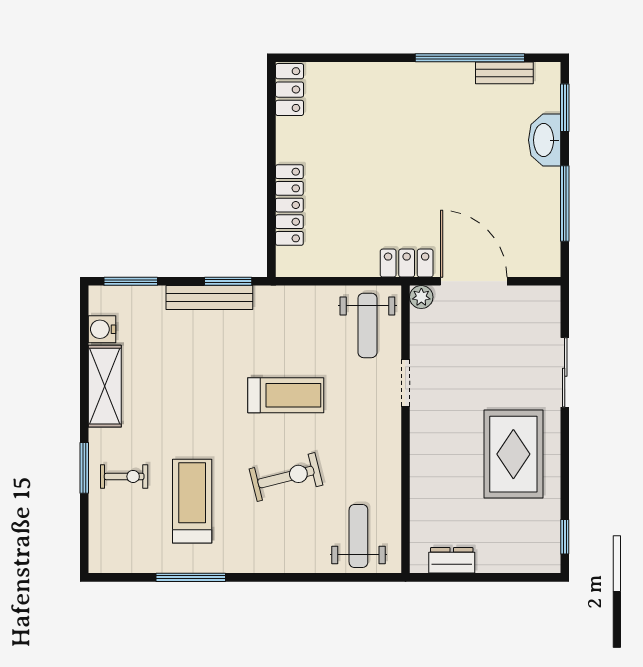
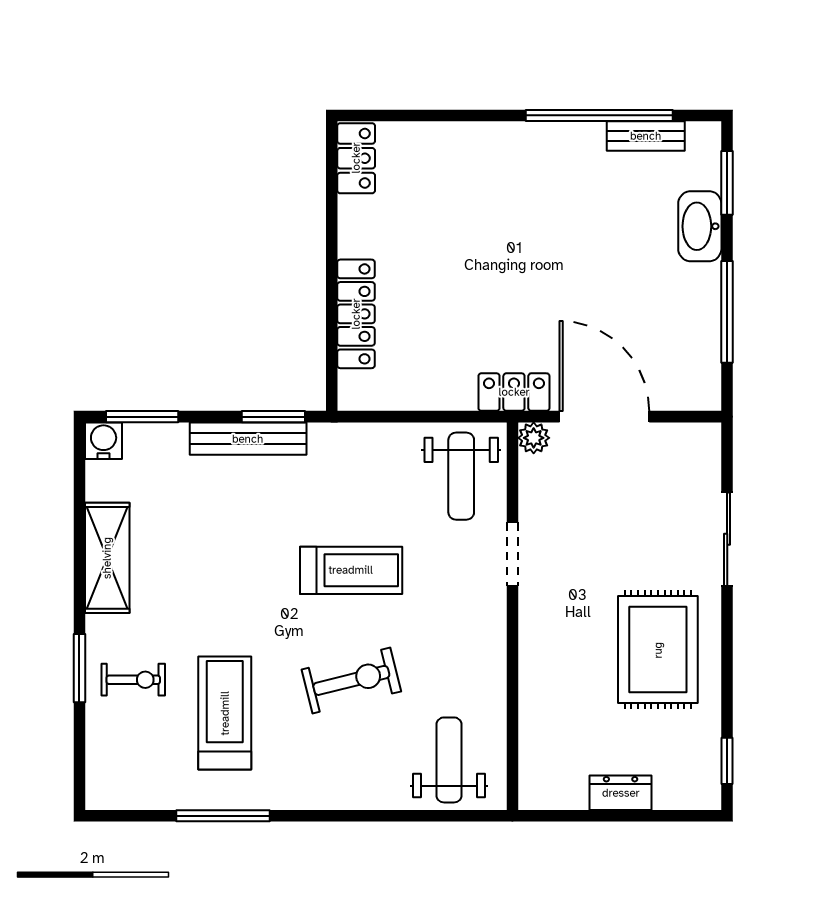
water cooler: (102, 329) -> (104, 441), moved, turned 90
dresser: (452, 560) -> (621, 793), moved

